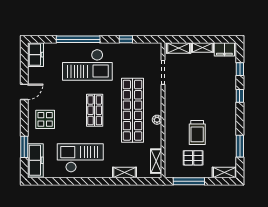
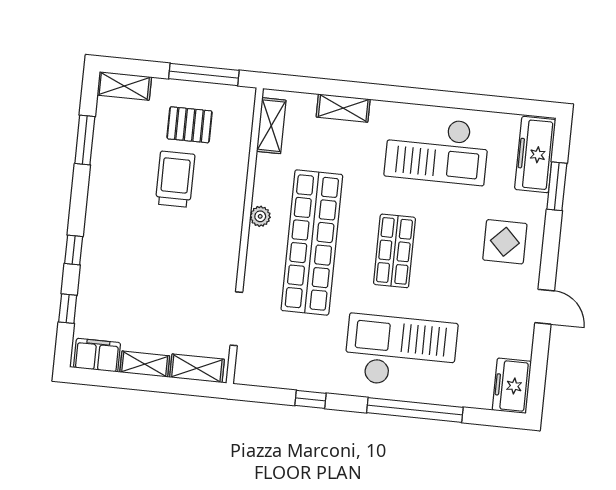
door: (24, 92) -> (545, 307), swing flipped

